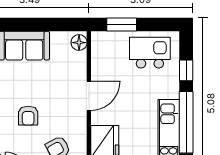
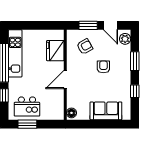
window: (122, 25) -> (27, 124), moved

